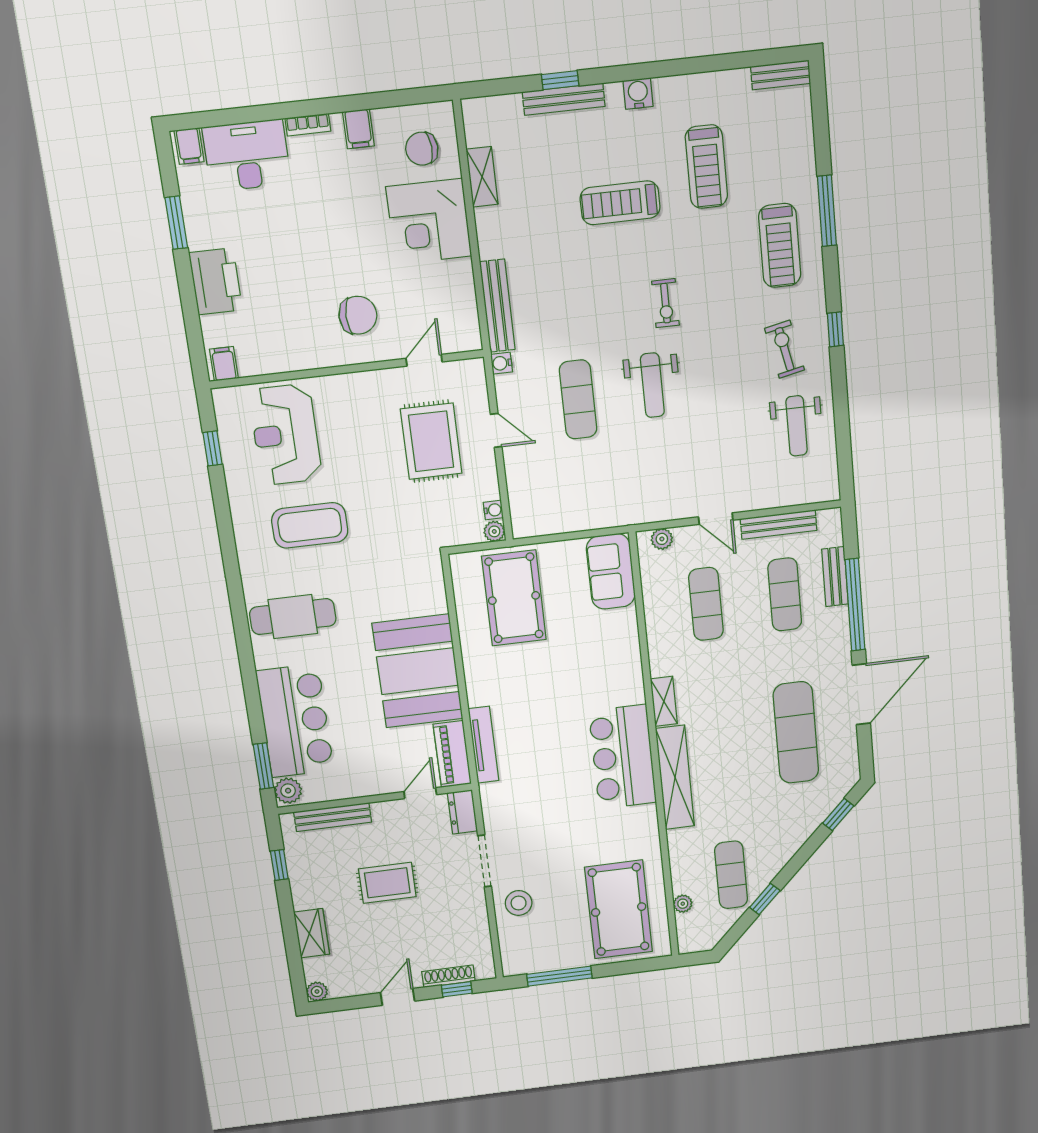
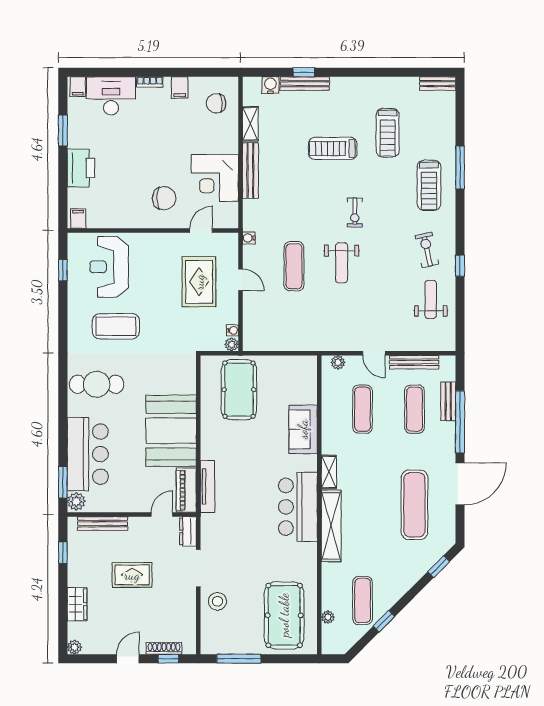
water cooler: (638, 94) -> (270, 85), moved
corner desk: (429, 221) -> (215, 178), moved
bench: (497, 306) -> (250, 170), moved
window: (835, 329) -> (460, 266), moved
weight bench: (797, 426) -> (431, 299), turned 180
sofa: (611, 571) -> (303, 429), moved

